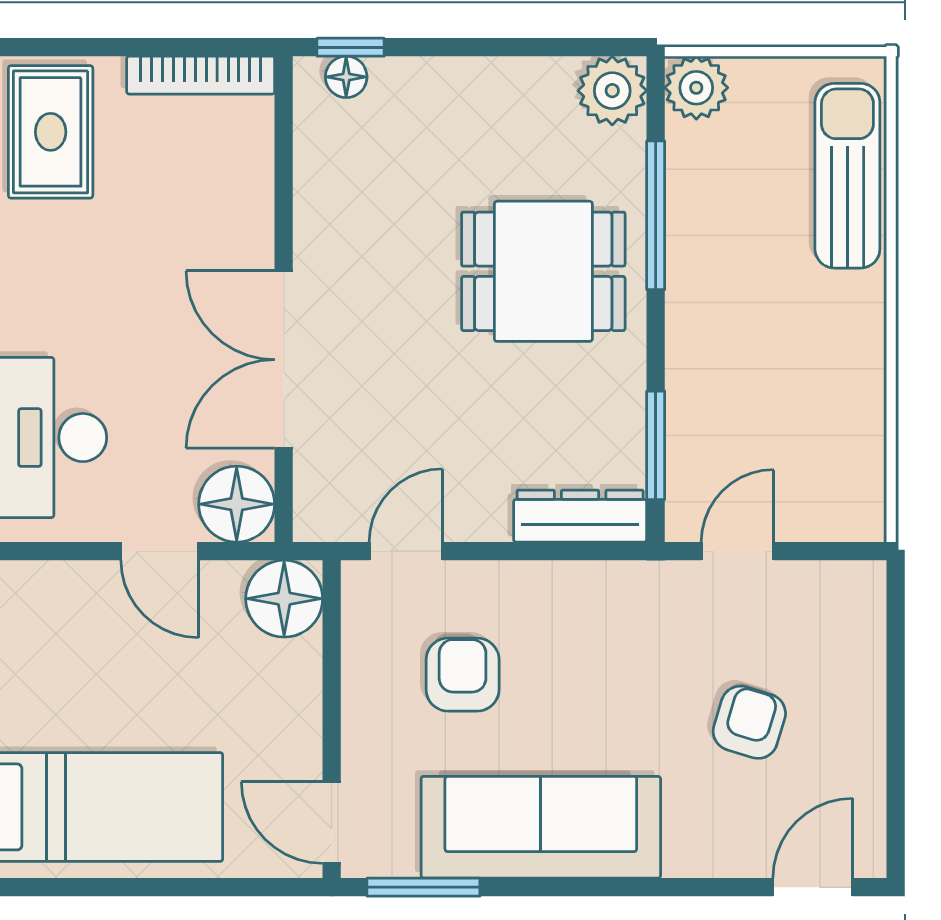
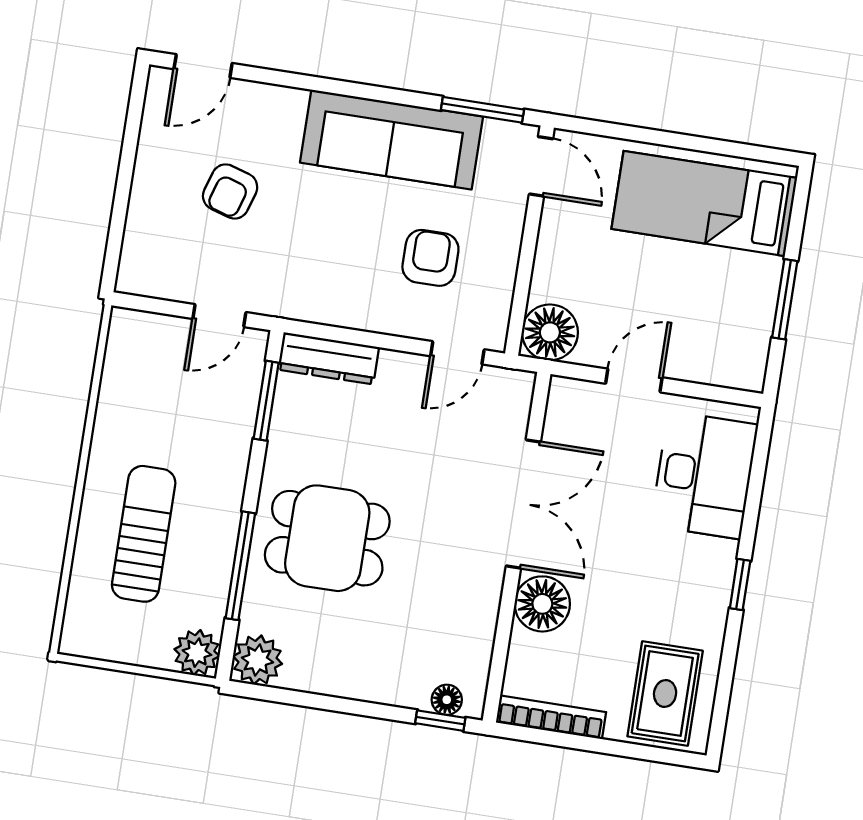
sun lounger: (847, 176) -> (144, 534), moved, turned 180
floor lamp: (237, 504) -> (542, 604), moved
door: (160, 551) -> (634, 380), hinge flipped
armchair: (463, 675) -> (430, 258), turned 180

